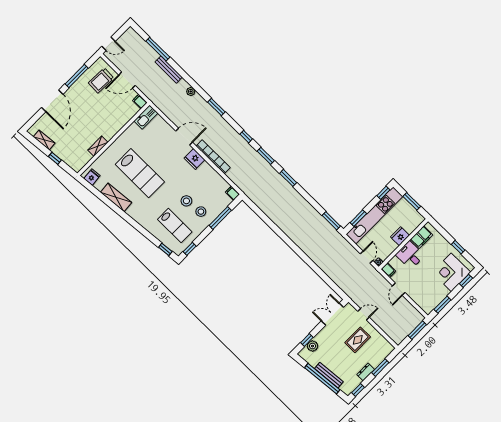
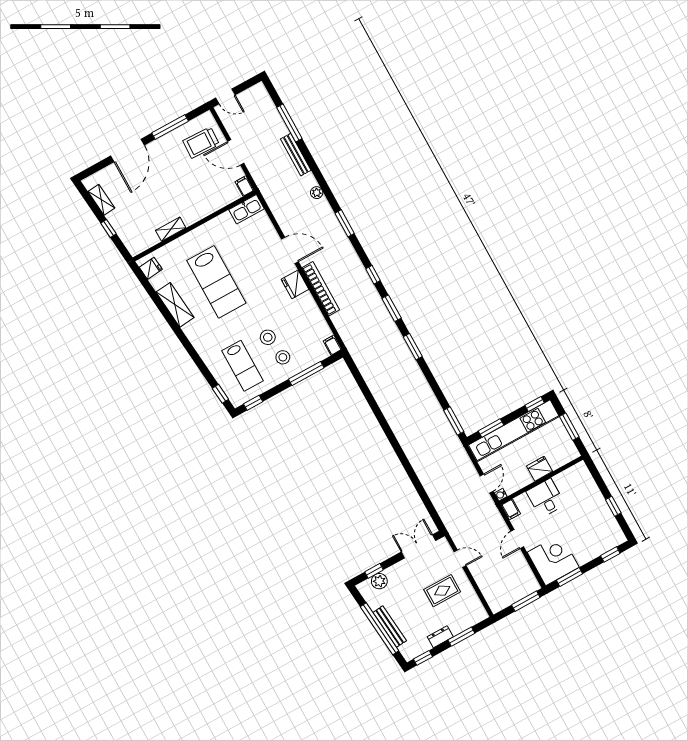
filing cabinet: (421, 237) -> (568, 478), removed
corner desk: (451, 272) -> (553, 560), moved, turned 90

